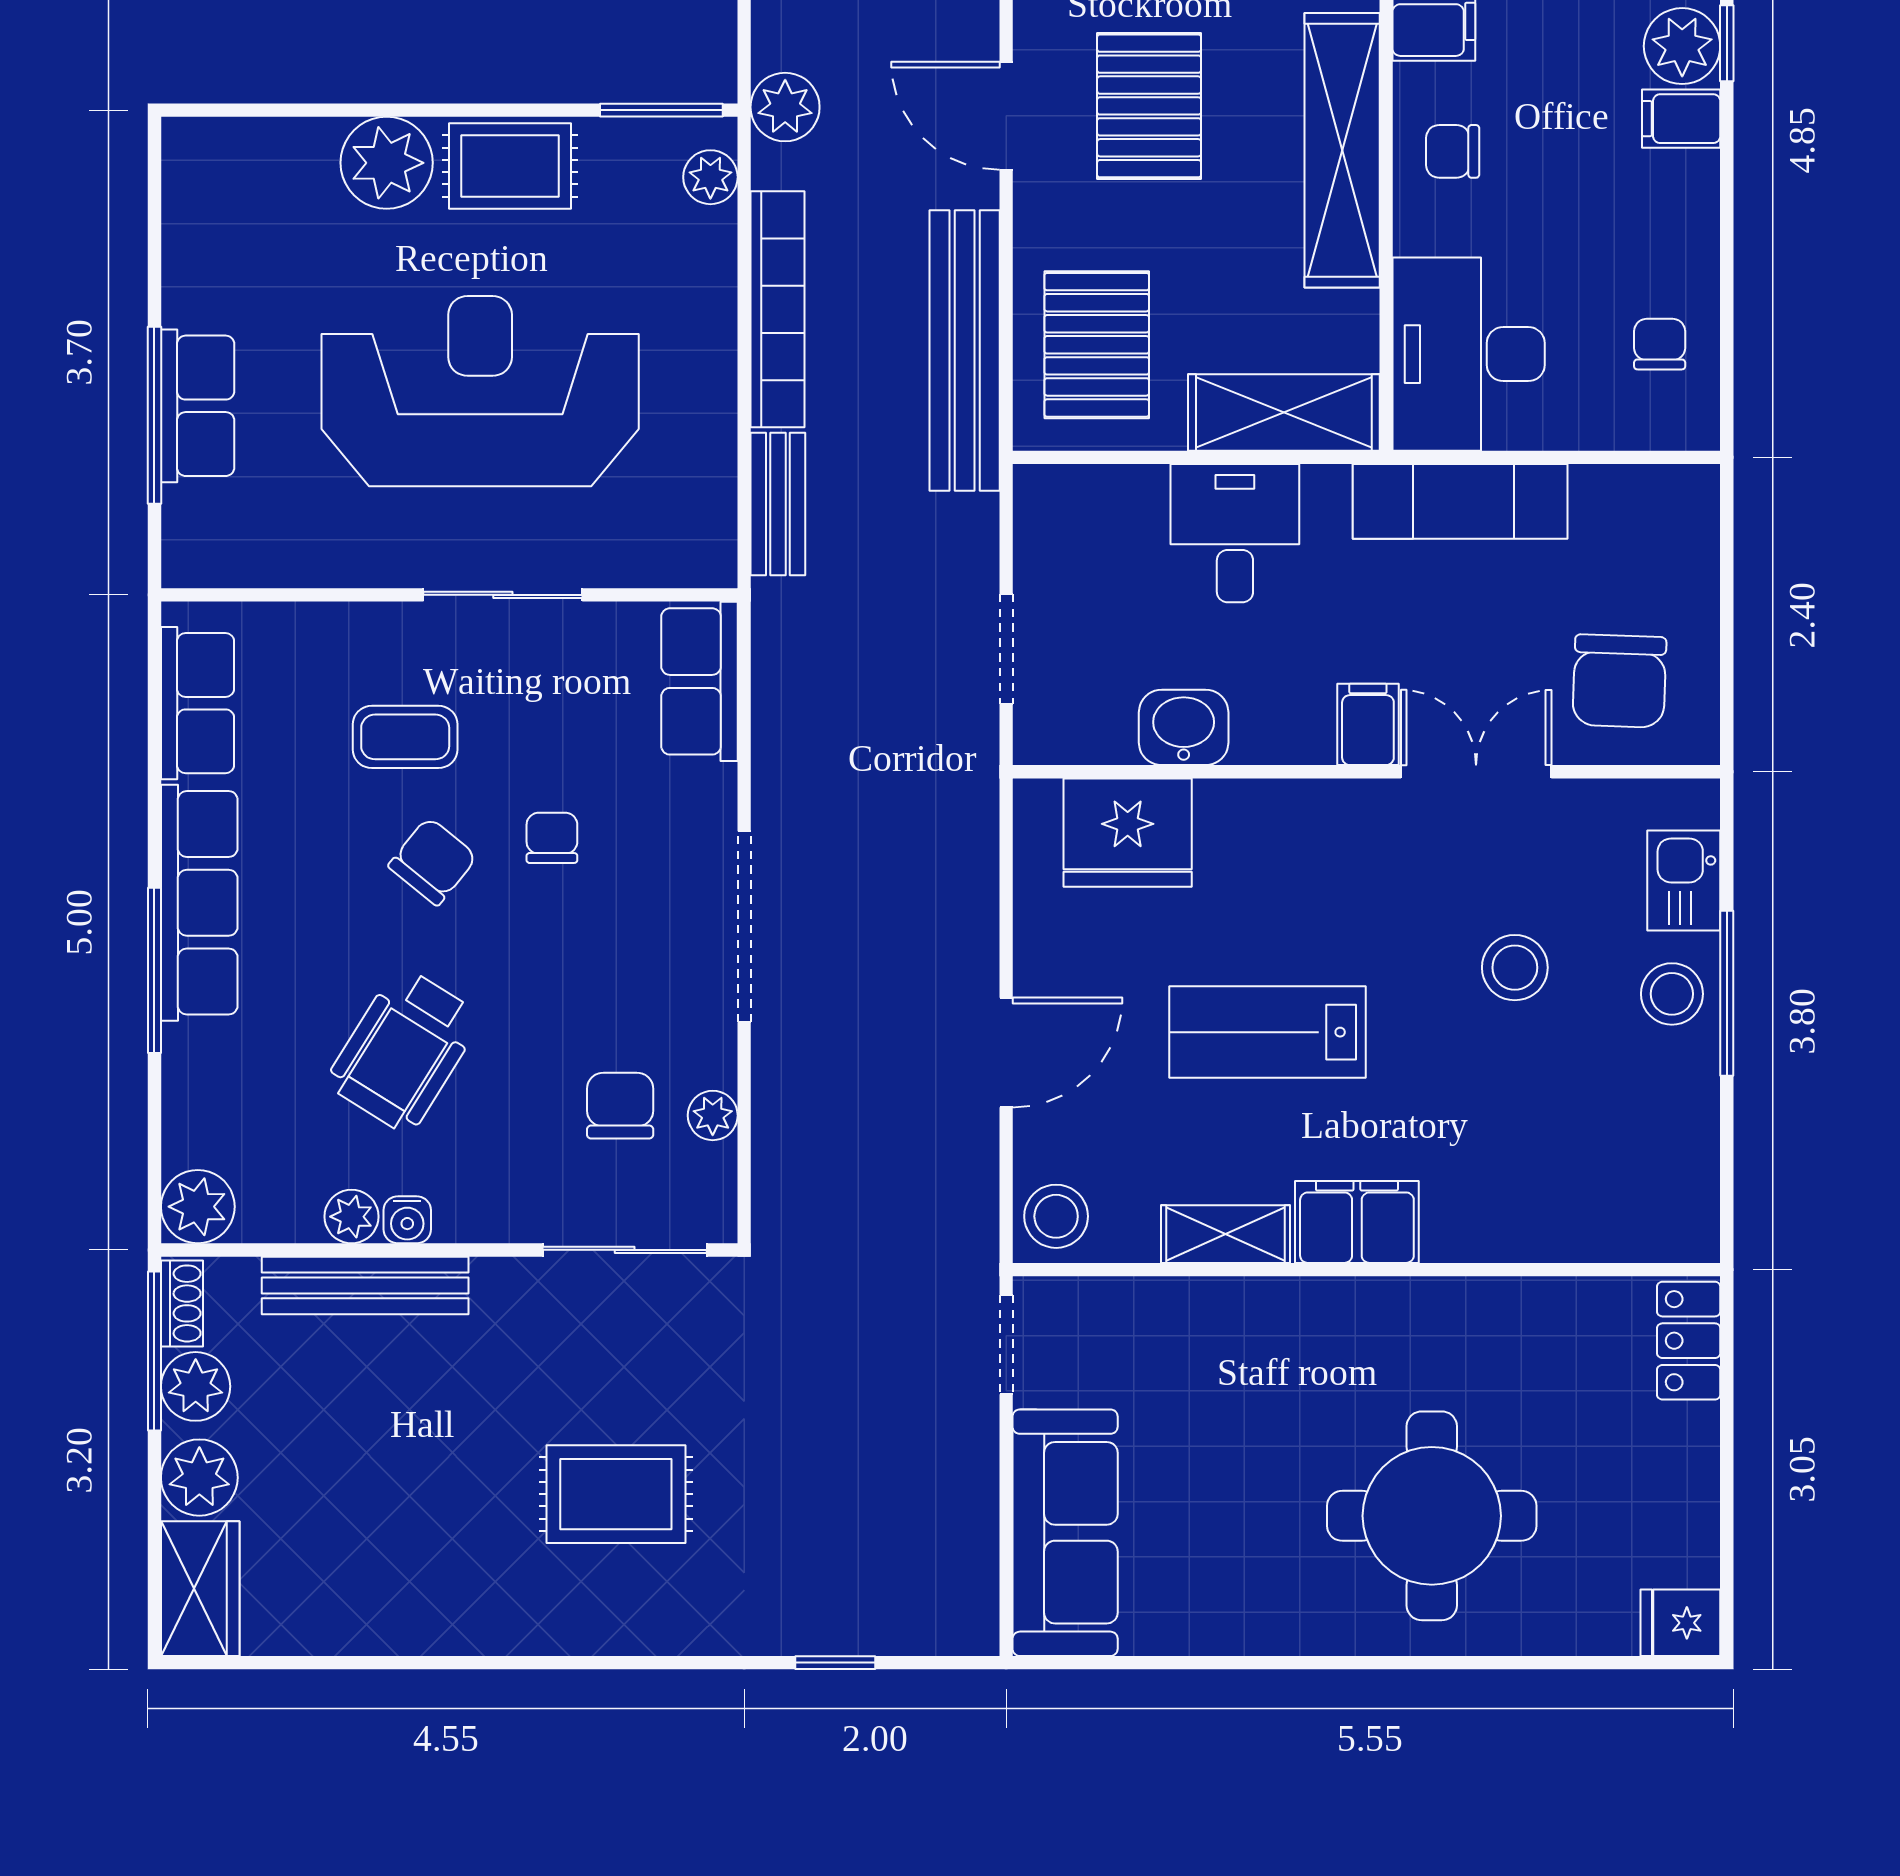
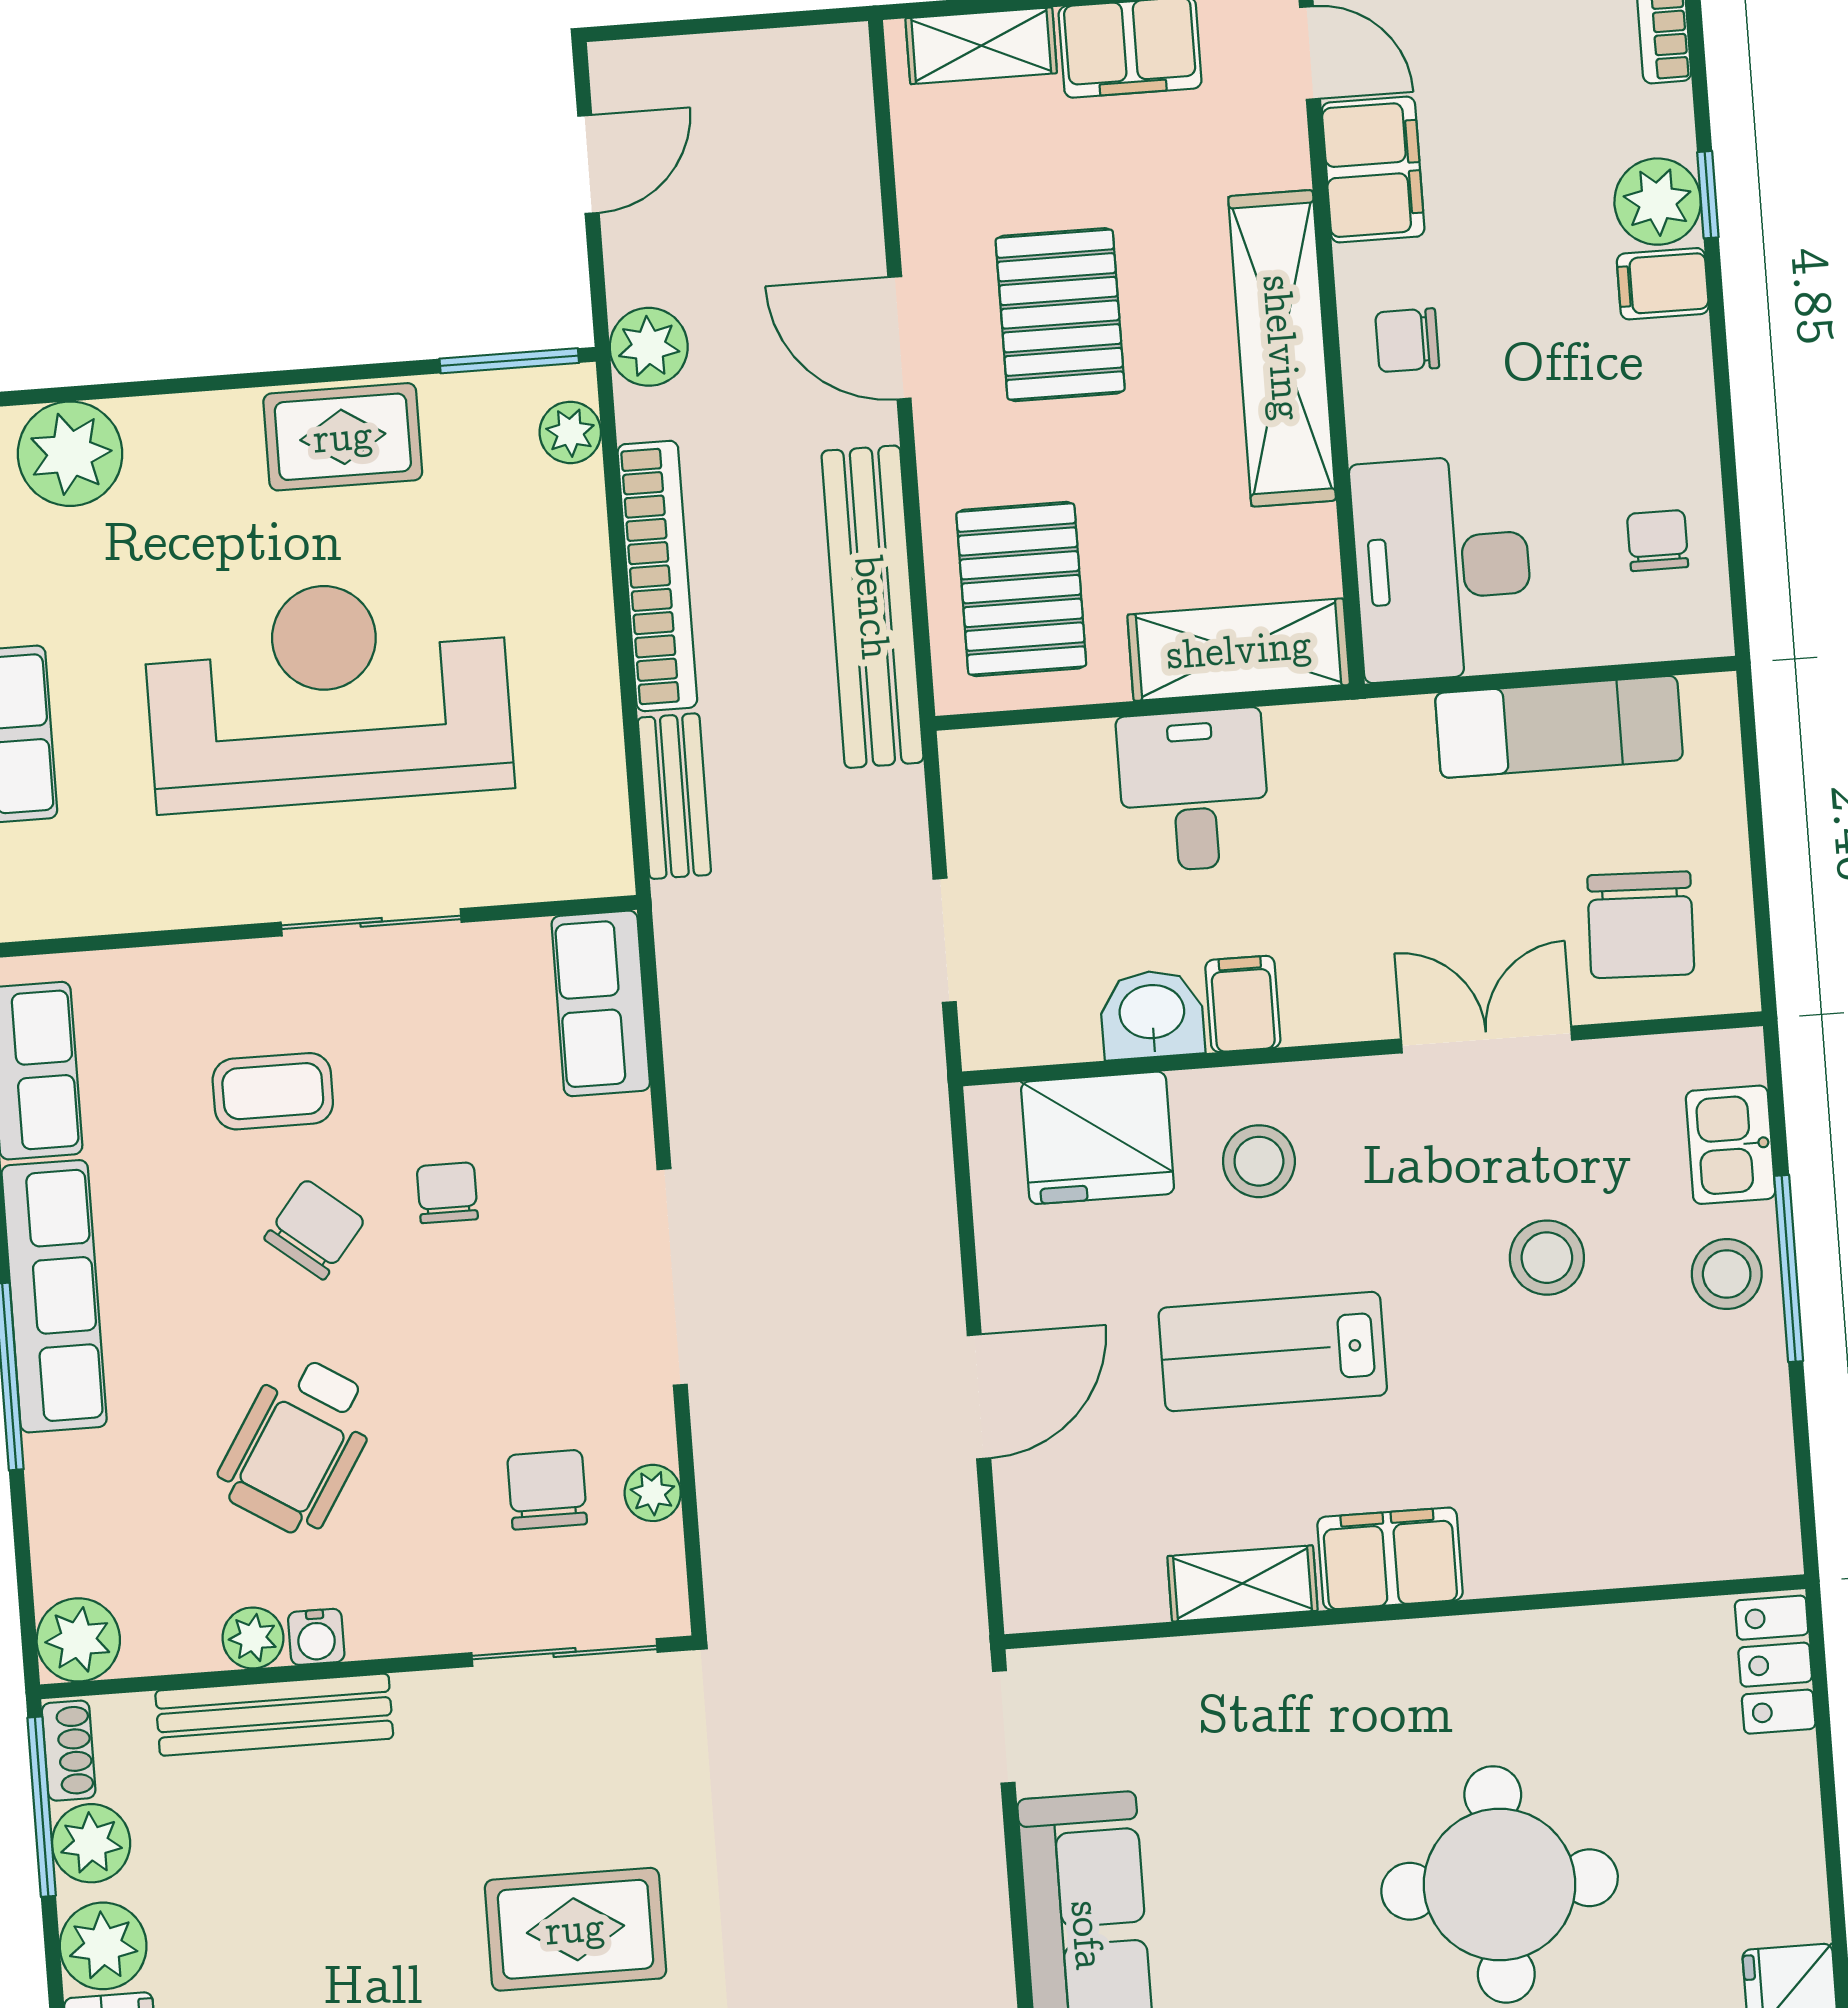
plant: (387, 163) -> (70, 454), moved
exam couch: (1460, 501) -> (1559, 727), moved
filing cabinet: (1368, 724) -> (1243, 1004), moved
stool: (1056, 1216) -> (1259, 1161), moved

